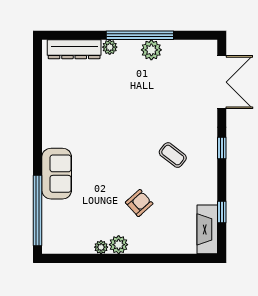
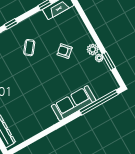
sofa: (57, 174) -> (74, 103), width x1.36
window: (89, 258) -> (109, 61), added

